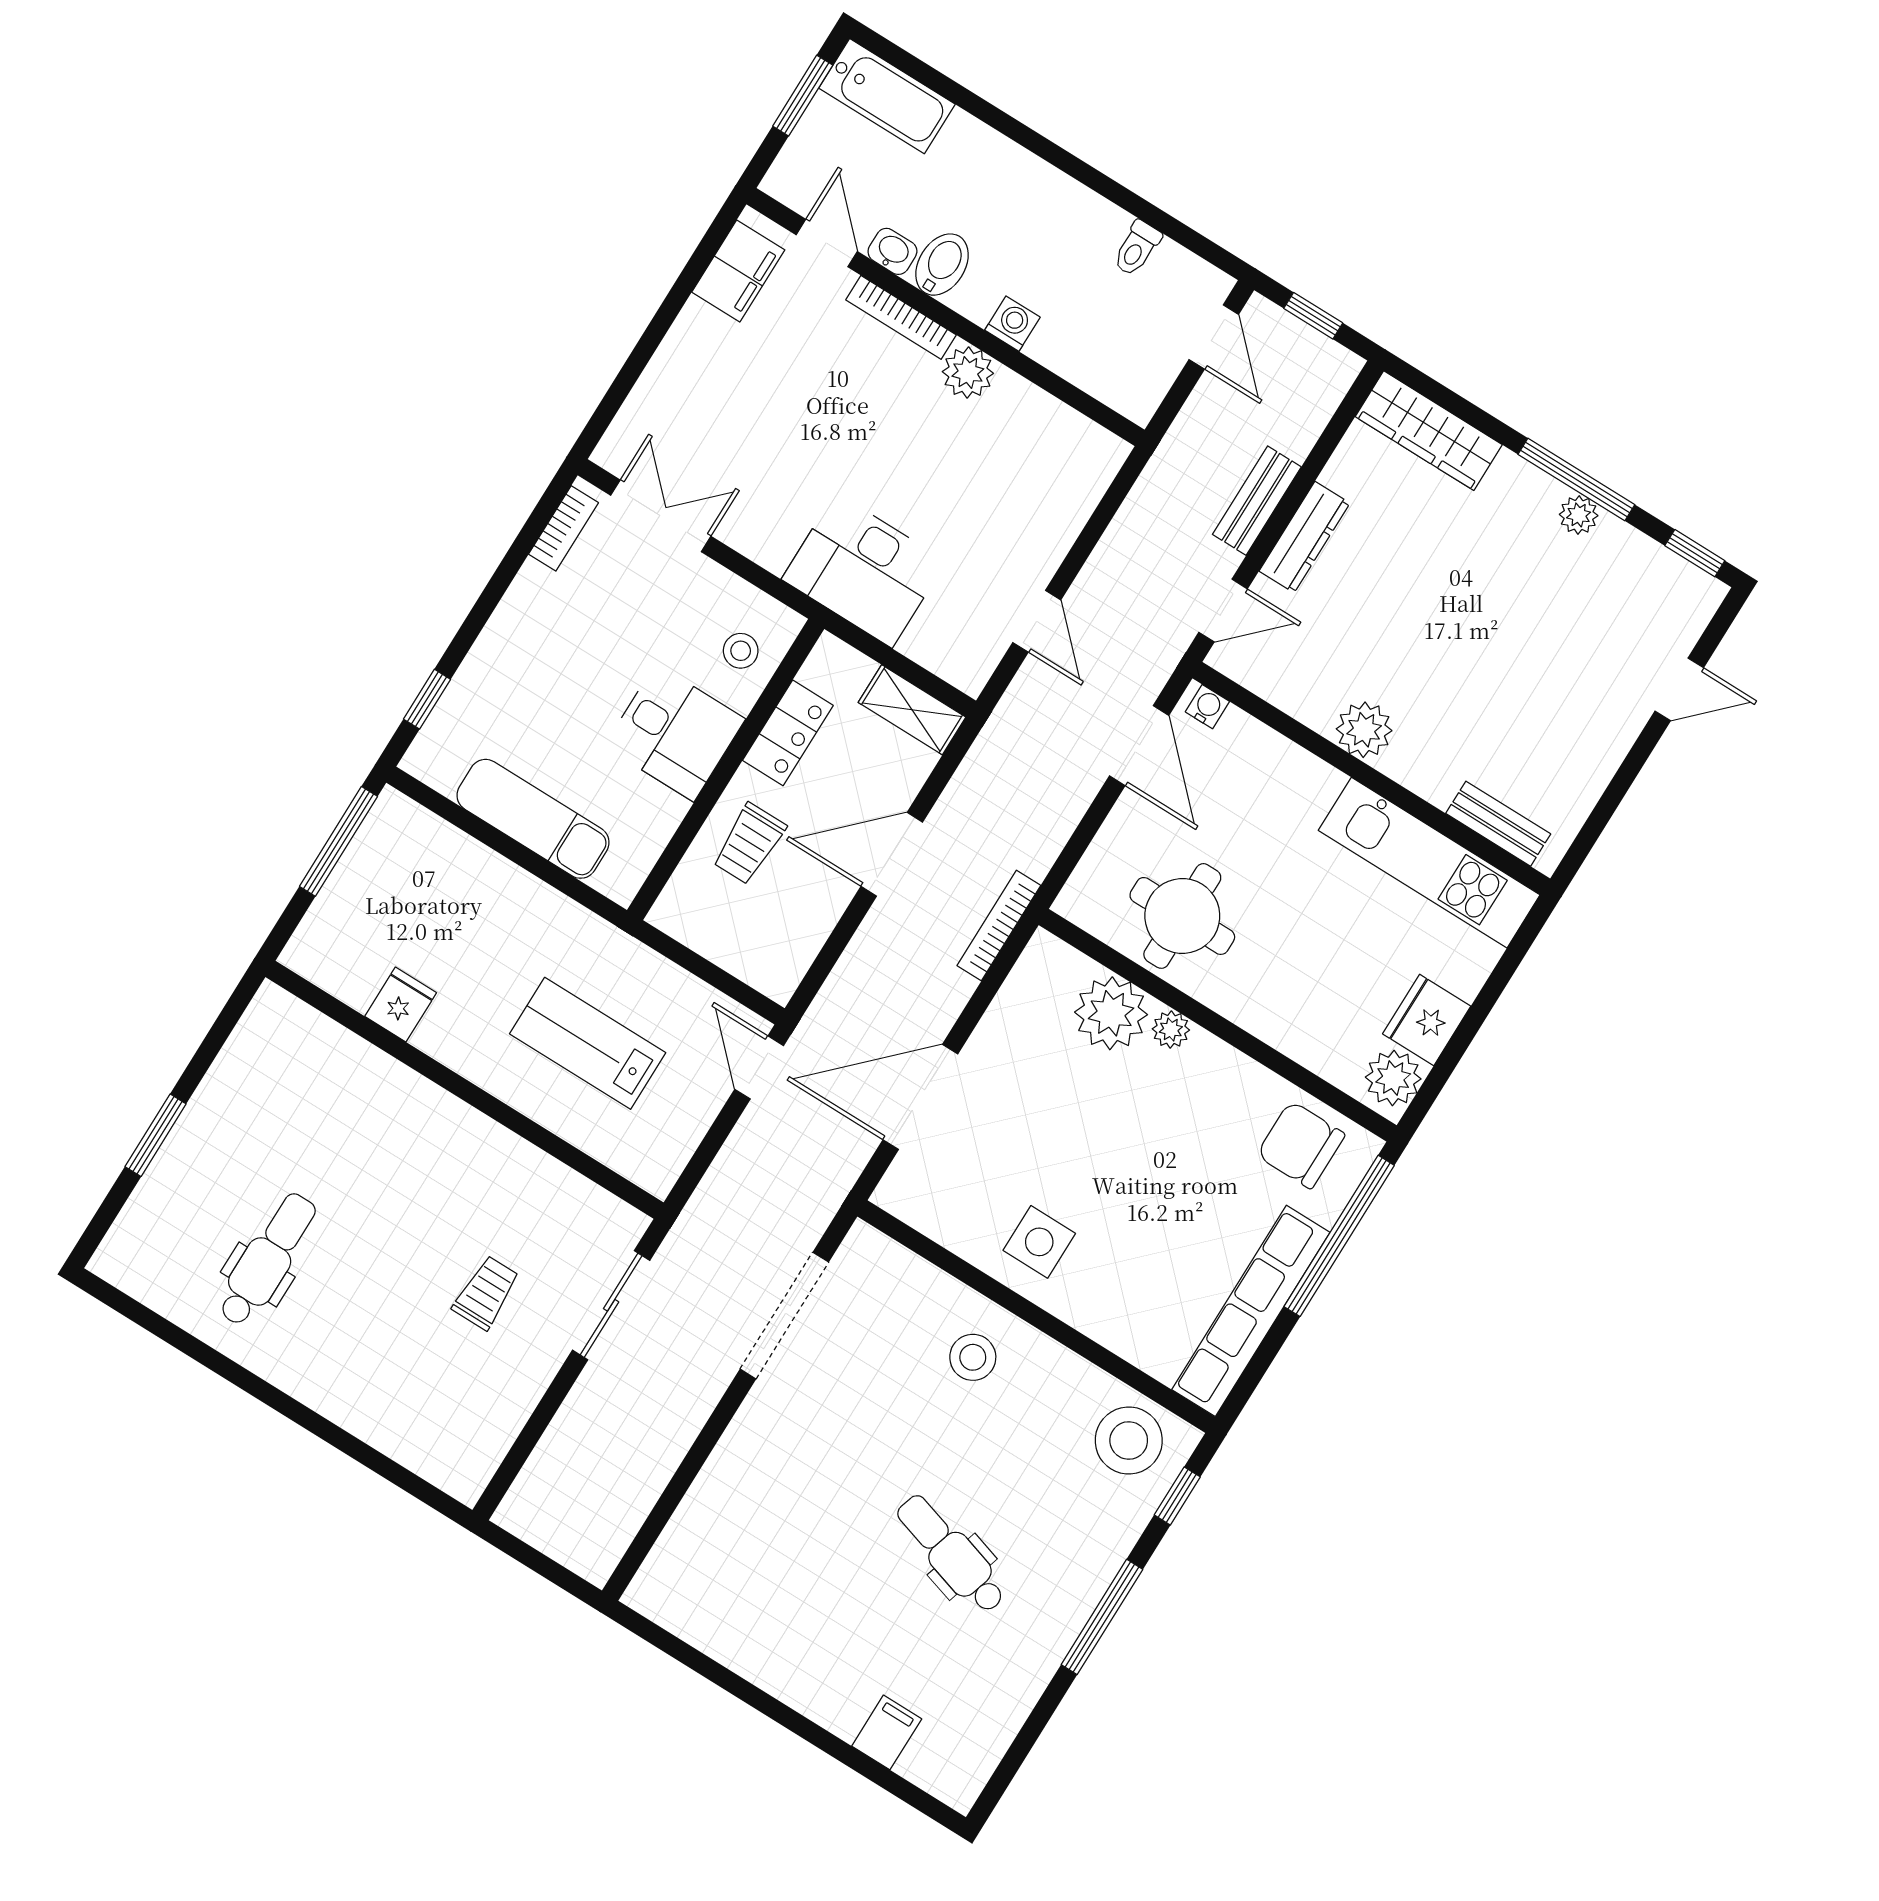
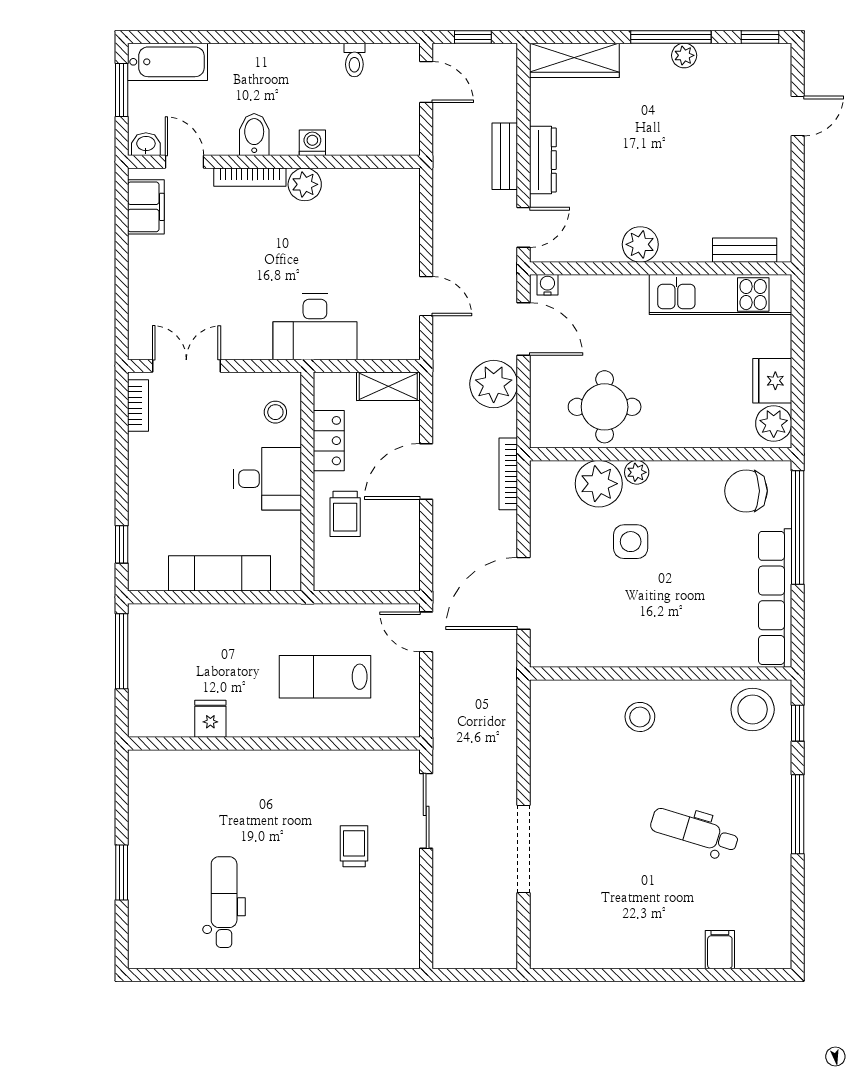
washbasin: (892, 251) -> (146, 144), moved
plant: (1054, 794) -> (494, 384), added
side table: (1039, 1242) -> (631, 542), moved
doorway: (784, 1316) -> (524, 849), moved

